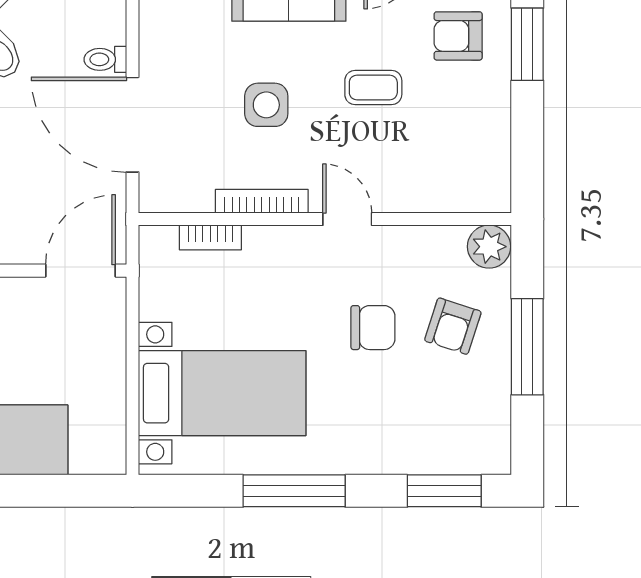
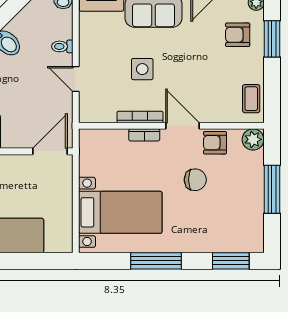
coffee table: (373, 87) -> (251, 99), moved, turned 90
door: (132, 125) -> (76, 79), width x0.53
door: (347, 219) -> (182, 126), width x1.37
bookcase: (210, 237) -> (144, 135), moved
armchair: (453, 326) -> (215, 143), moved, turned 72

